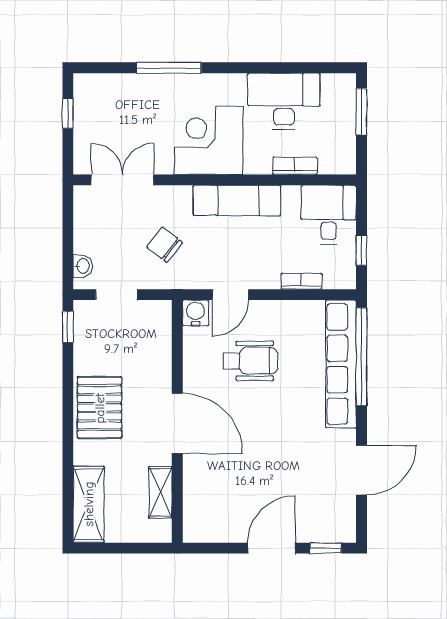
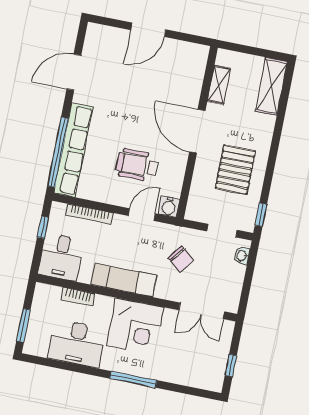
window: (169, 68) -> (133, 379), moved
bookcase: (301, 281) -> (90, 214), width x1.56
pallet: (100, 408) -> (235, 170), moved
window: (326, 548) -> (110, 22), removed

